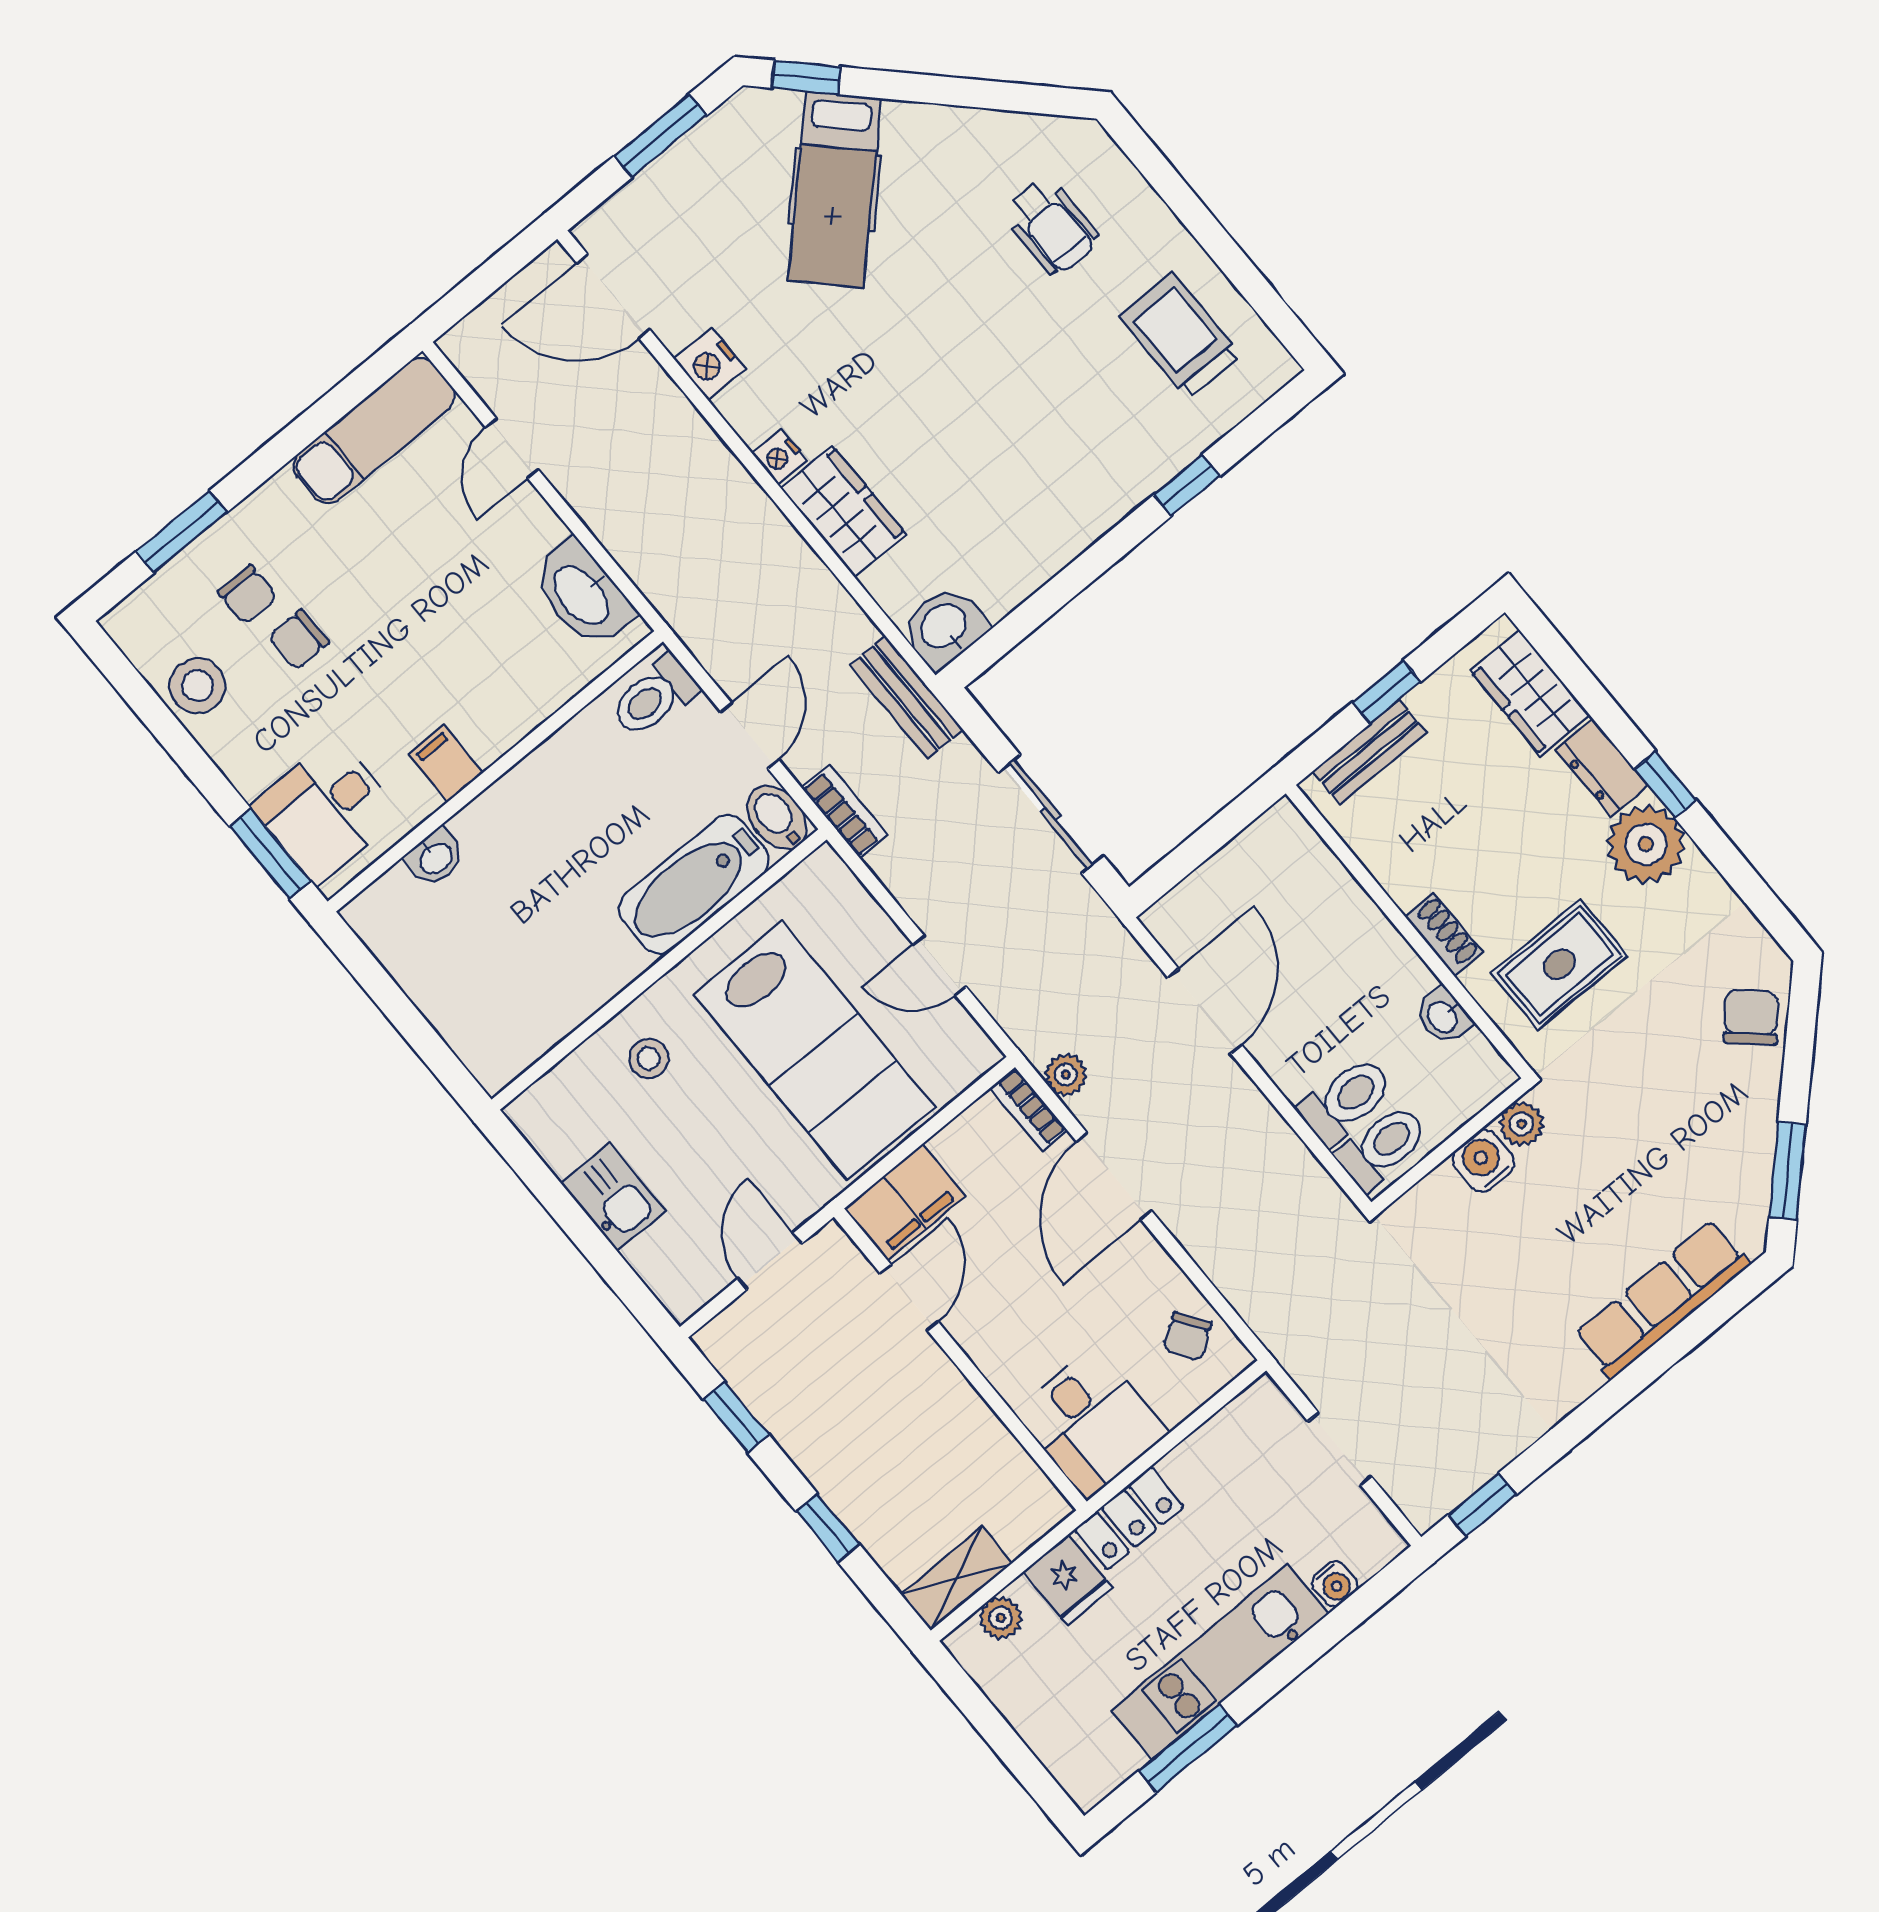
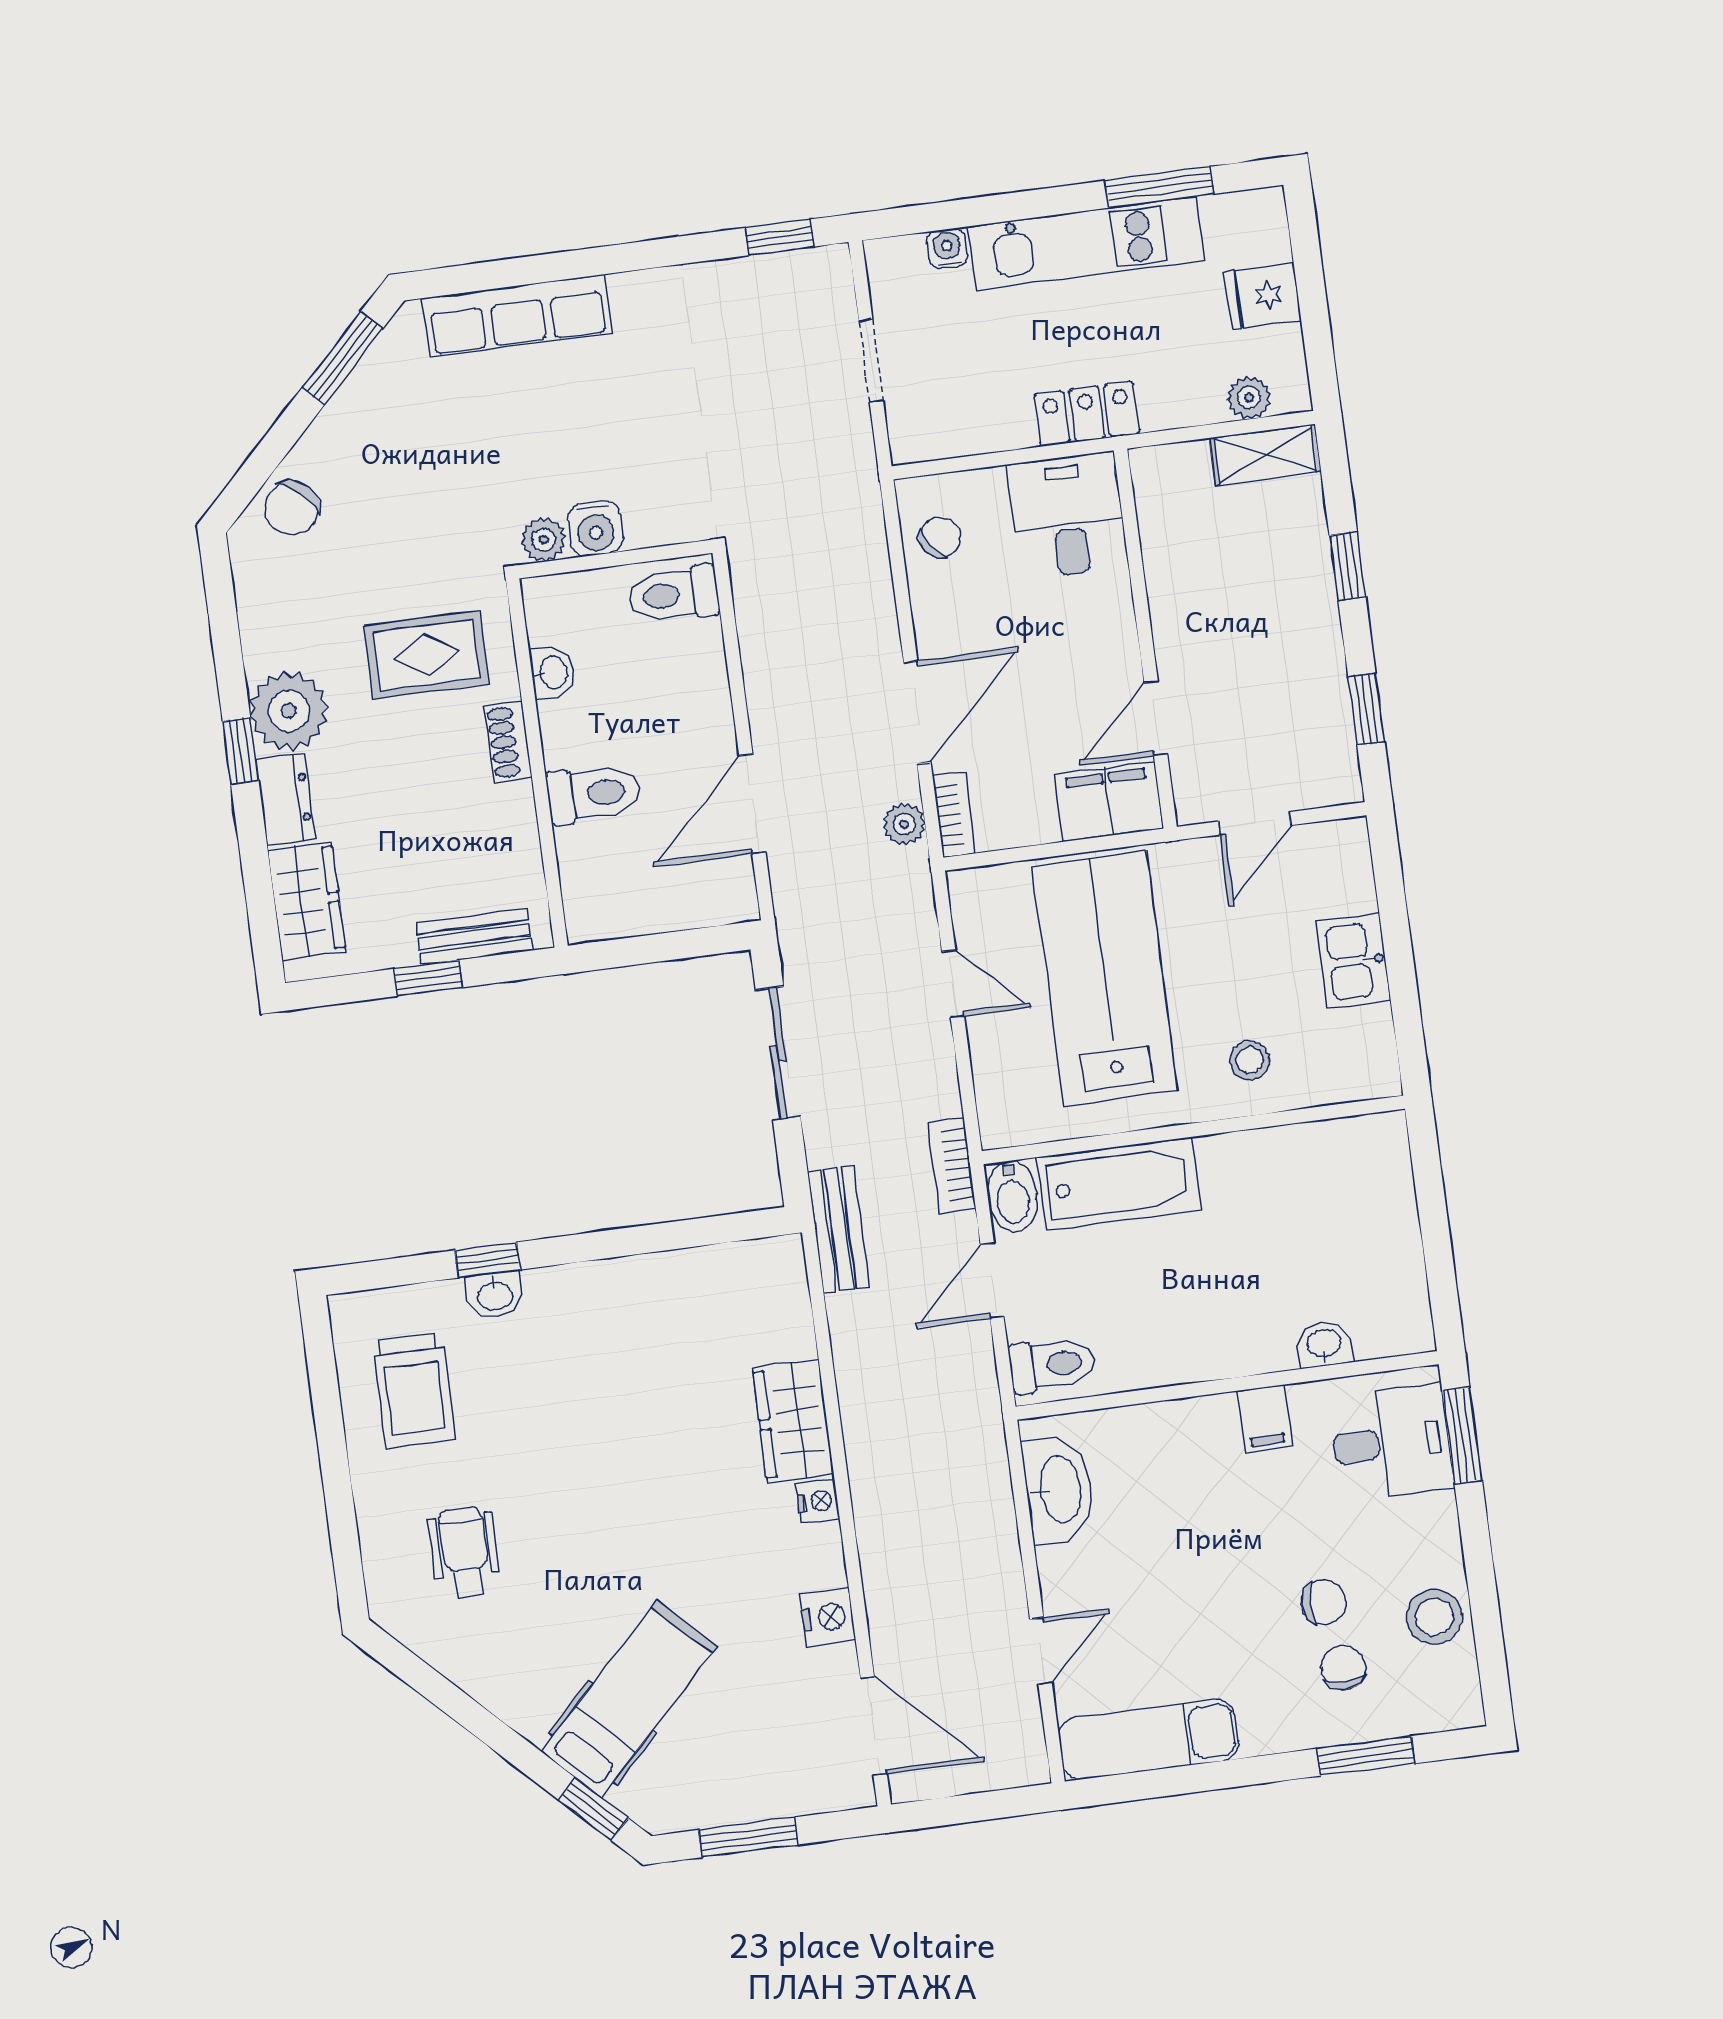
washbasin: (944, 627) -> (495, 1295), moved, width x0.72, depth x0.69
toilet: (1346, 1101) -> (593, 794), moved, turned 180
fridge: (1068, 1580) -> (1263, 296), moved, turned -90

